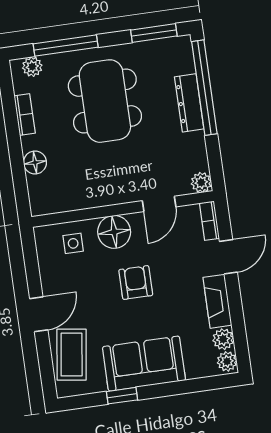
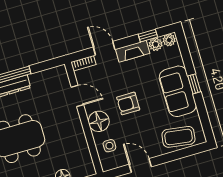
plant: (201, 182) -> (60, 72), removed
door: (39, 314) -> (140, 166), moved
window: (239, 329) -> (148, 36), added
window: (122, 396) -> (194, 84), moved

